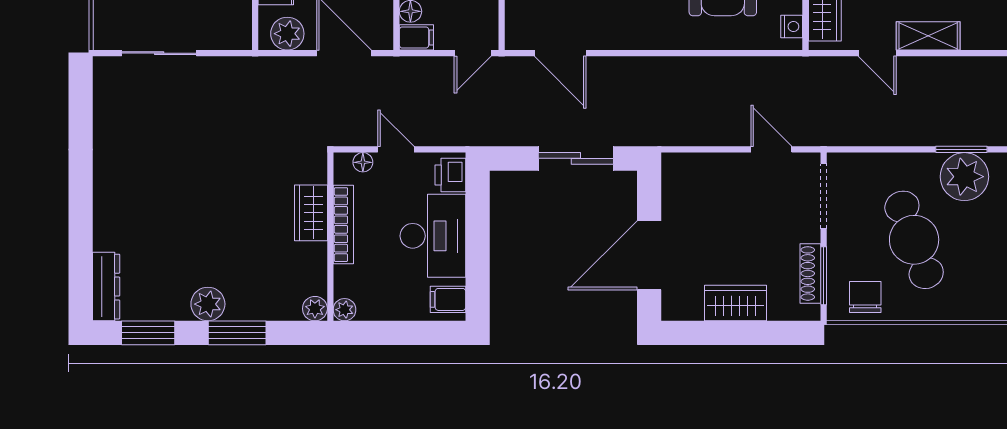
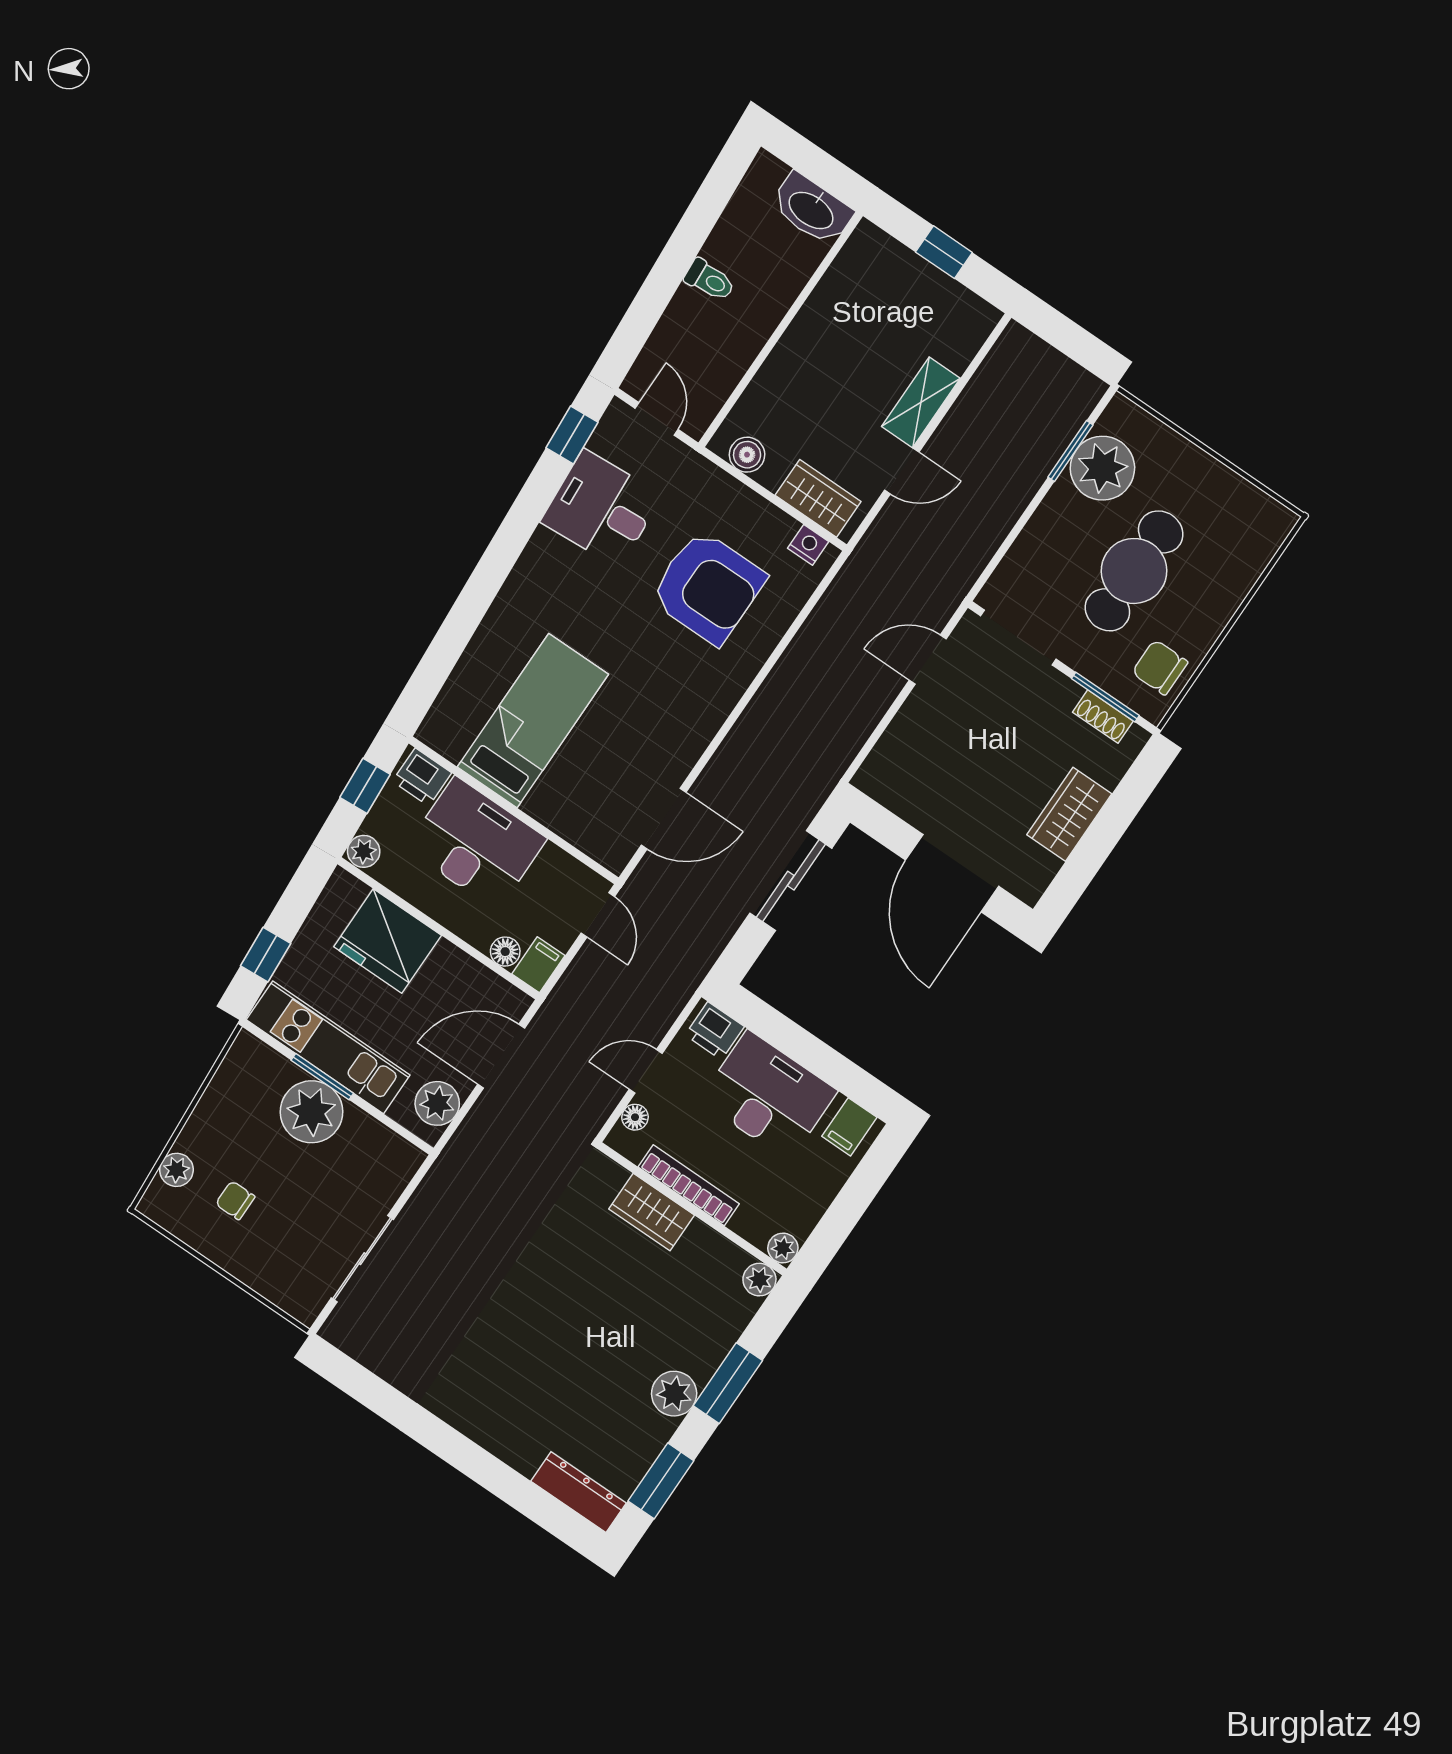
cafe table: (914, 240) -> (1134, 571), turned -70
shoe rack: (810, 273) -> (1103, 717), width x0.70

